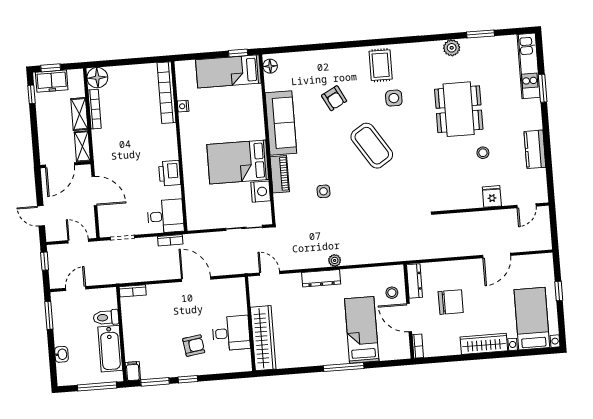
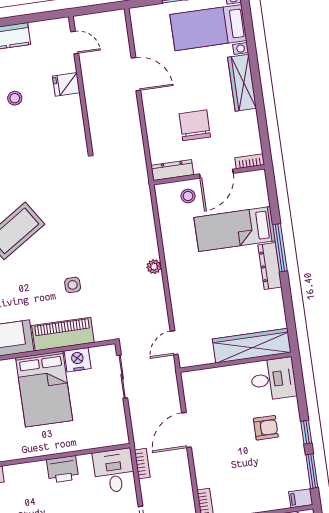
piano: (280, 174) -> (63, 334), width x1.37, depth x1.33
dresser: (321, 278) -> (270, 266), moved, turned 180
desk: (231, 333) -> (273, 379), moved, turned 90
armchair: (194, 346) -> (266, 428), turned 98

